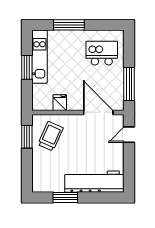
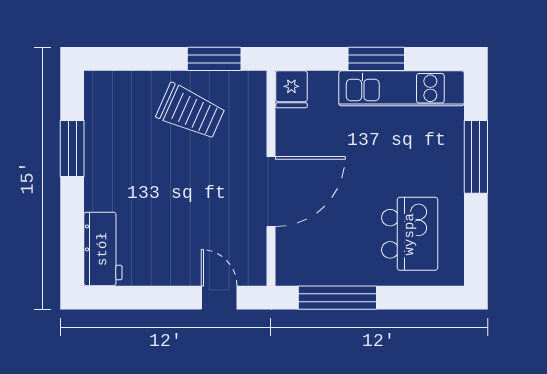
fridge: (60, 103) -> (291, 89), moved, turned 90
door: (98, 112) -> (271, 191), moved
trolley: (51, 136) -> (191, 112), moved
workbench: (94, 182) -> (103, 249), width x0.53, depth x0.76

